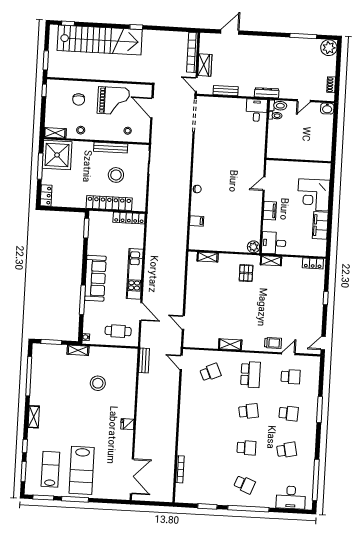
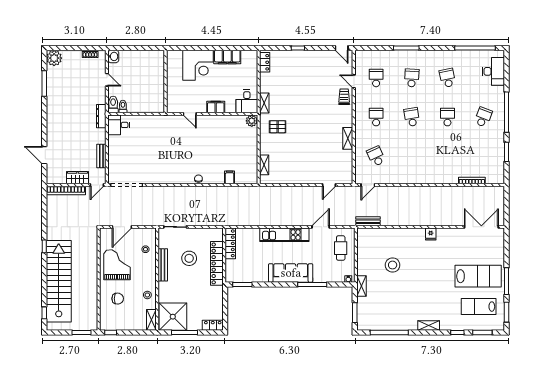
school desk: (250, 375) -> (376, 117), width x0.54

